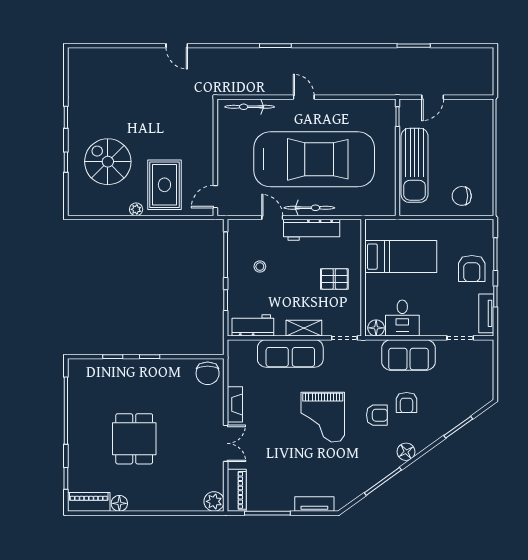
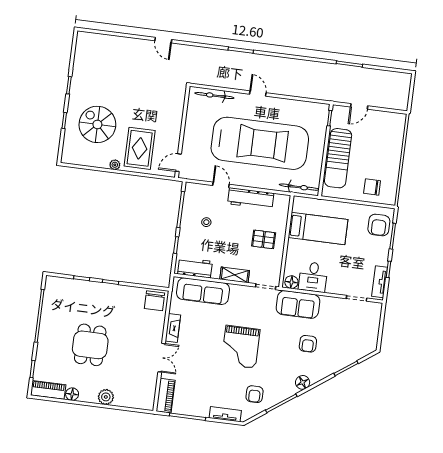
bicycle: (309, 208) -> (299, 187), moved
armchair: (472, 268) -> (379, 225), moved
sofa: (290, 353) -> (203, 291), moved
sofa: (409, 355) -> (298, 305), moved
armchair: (377, 415) -> (255, 394), moved, turned 90
plant: (214, 501) -> (106, 397), moved

